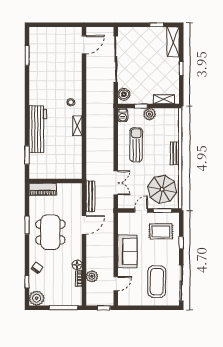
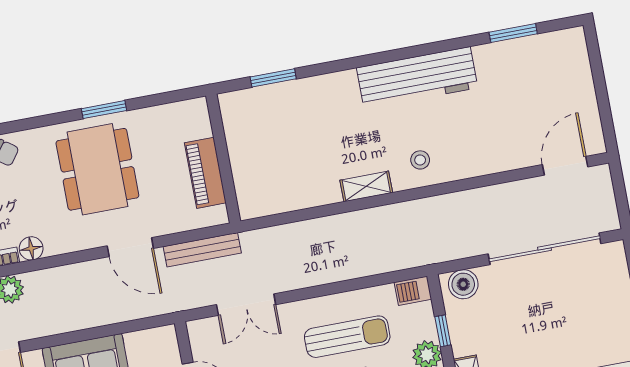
door: (84, 45) -> (565, 166), swing flipped
workbench: (38, 129) -> (417, 78), moved
piano: (43, 189) -> (205, 173), moved
dining table: (50, 232) -> (97, 169), turned 90

